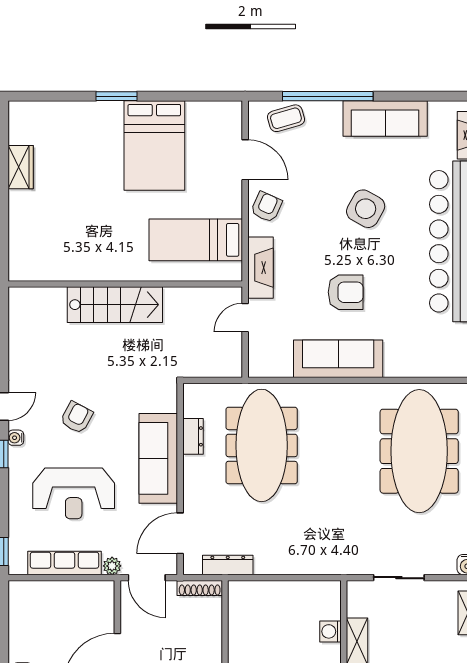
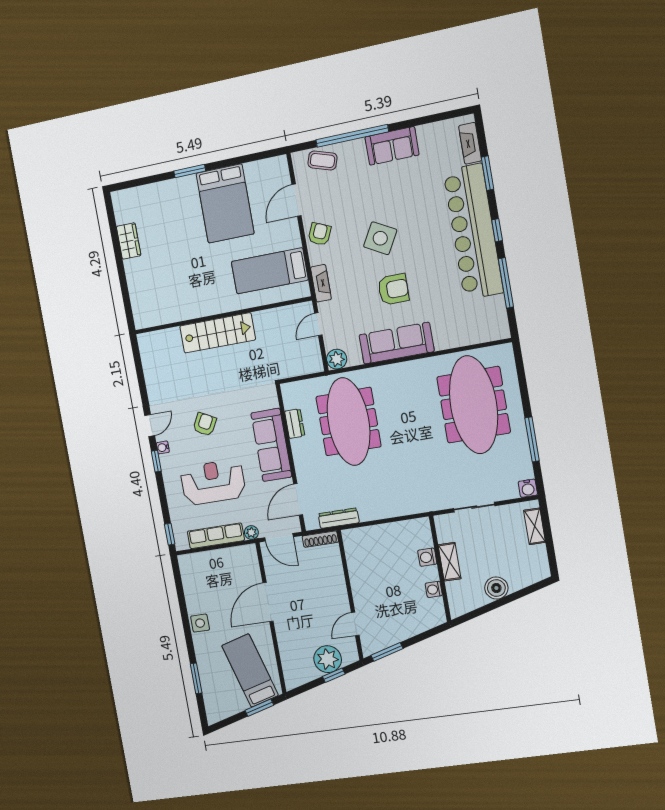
coffee table: (286, 118) -> (322, 160), turned 34
sofa: (385, 119) -> (392, 146), width x0.73
door: (245, 160) -> (297, 200), swing flipped
side table: (366, 209) -> (380, 238), moved
fireplace: (260, 268) -> (321, 283), width x0.73, depth x0.76
plant: (260, 365) -> (337, 359), added
reception desk: (74, 493) -> (213, 482), turned 180

